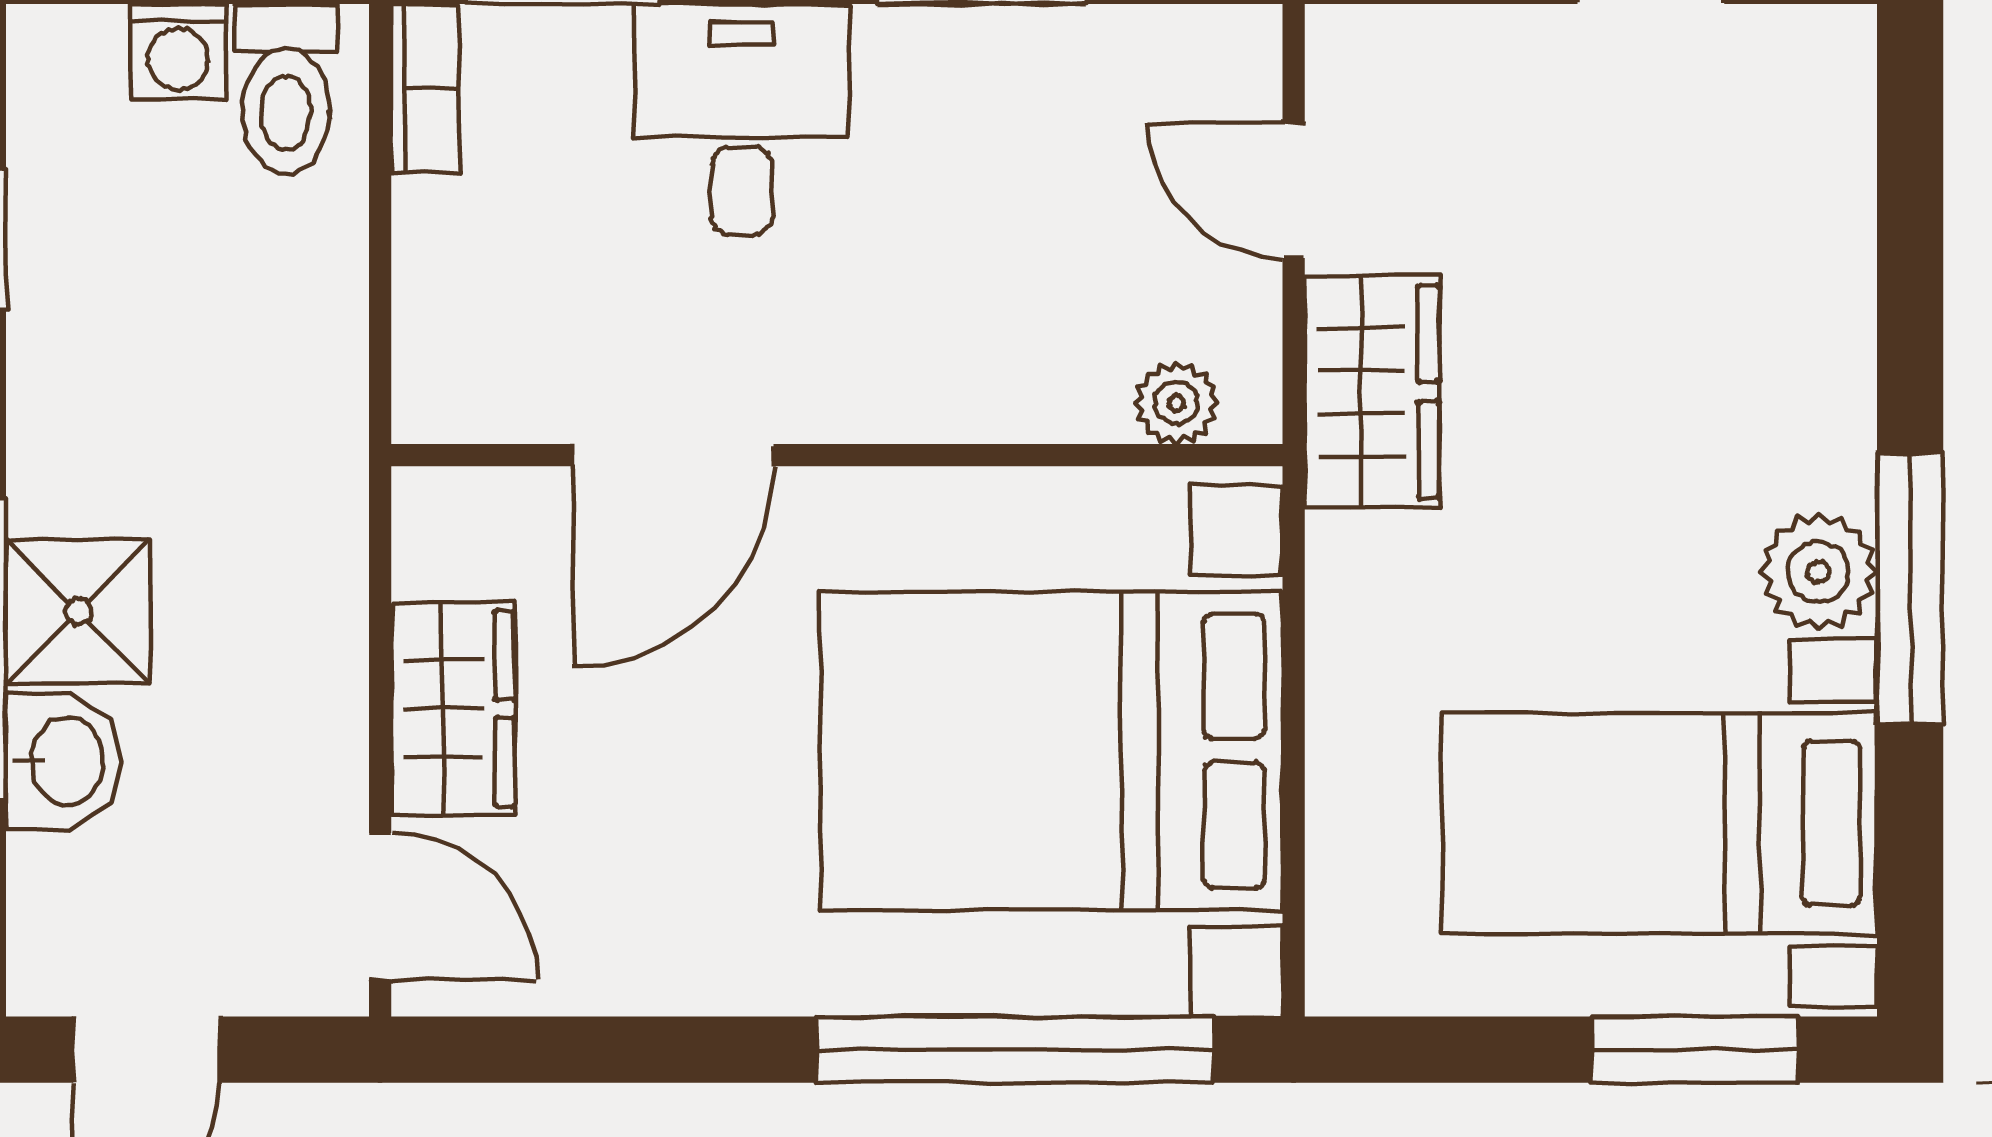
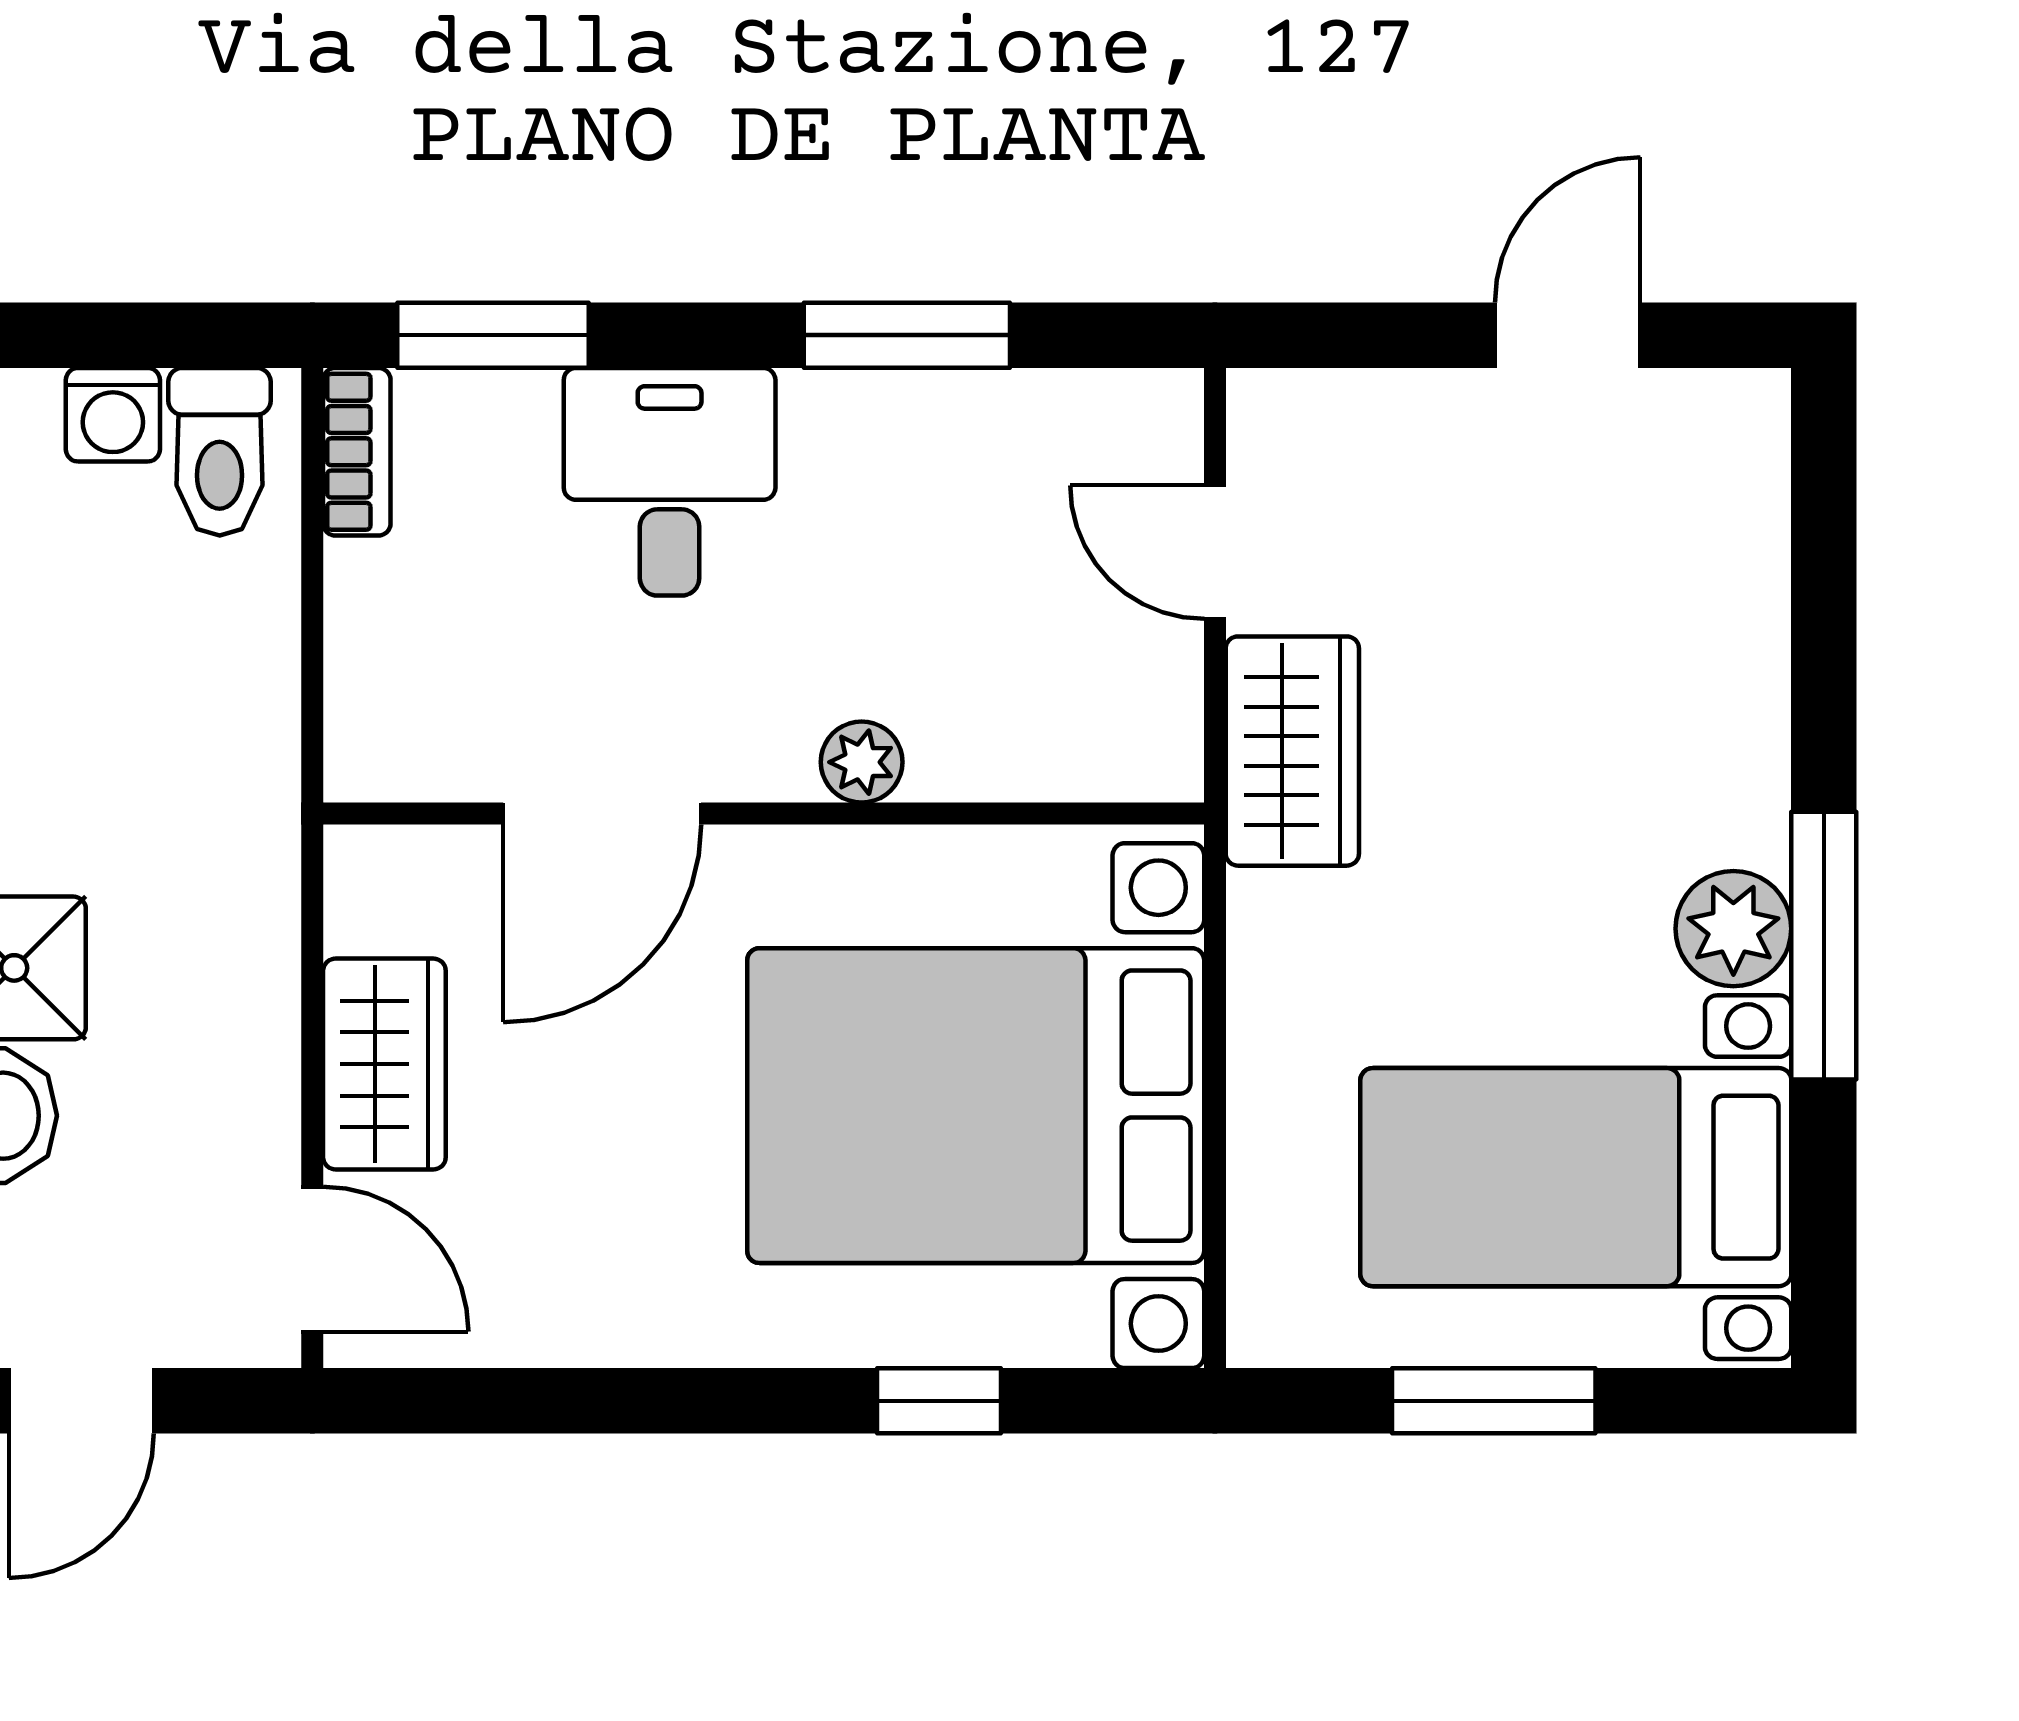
plant: (1176, 403) -> (862, 762), moved
window: (1014, 1050) -> (939, 1401), width x0.32
window: (1695, 1050) -> (1494, 1401), moved

